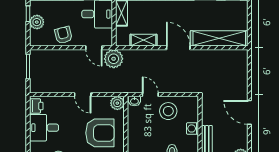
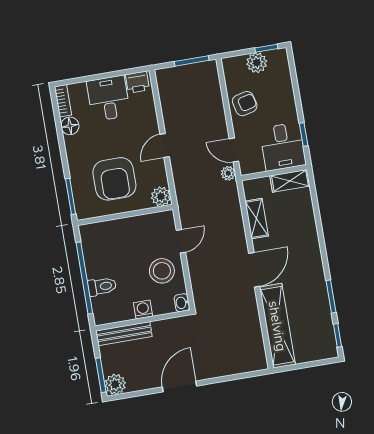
door: (94, 48) -> (234, 150), hinge flipped
plant: (114, 59) -> (228, 173), width x0.53, depth x0.53
washbasin: (134, 101) -> (182, 303), moved

